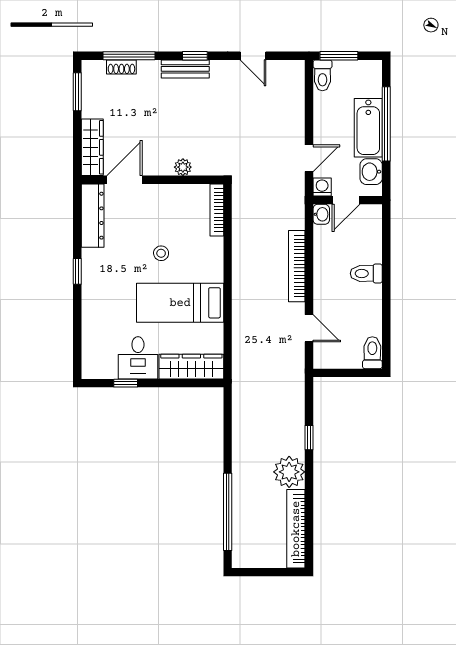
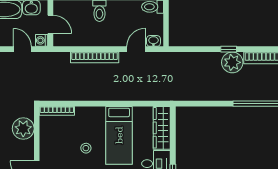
plant: (183, 167) -> (23, 129), width x1.87, depth x1.87
washbasin: (321, 214) -> (153, 41), moved
window: (309, 438) -> (229, 49), moved

